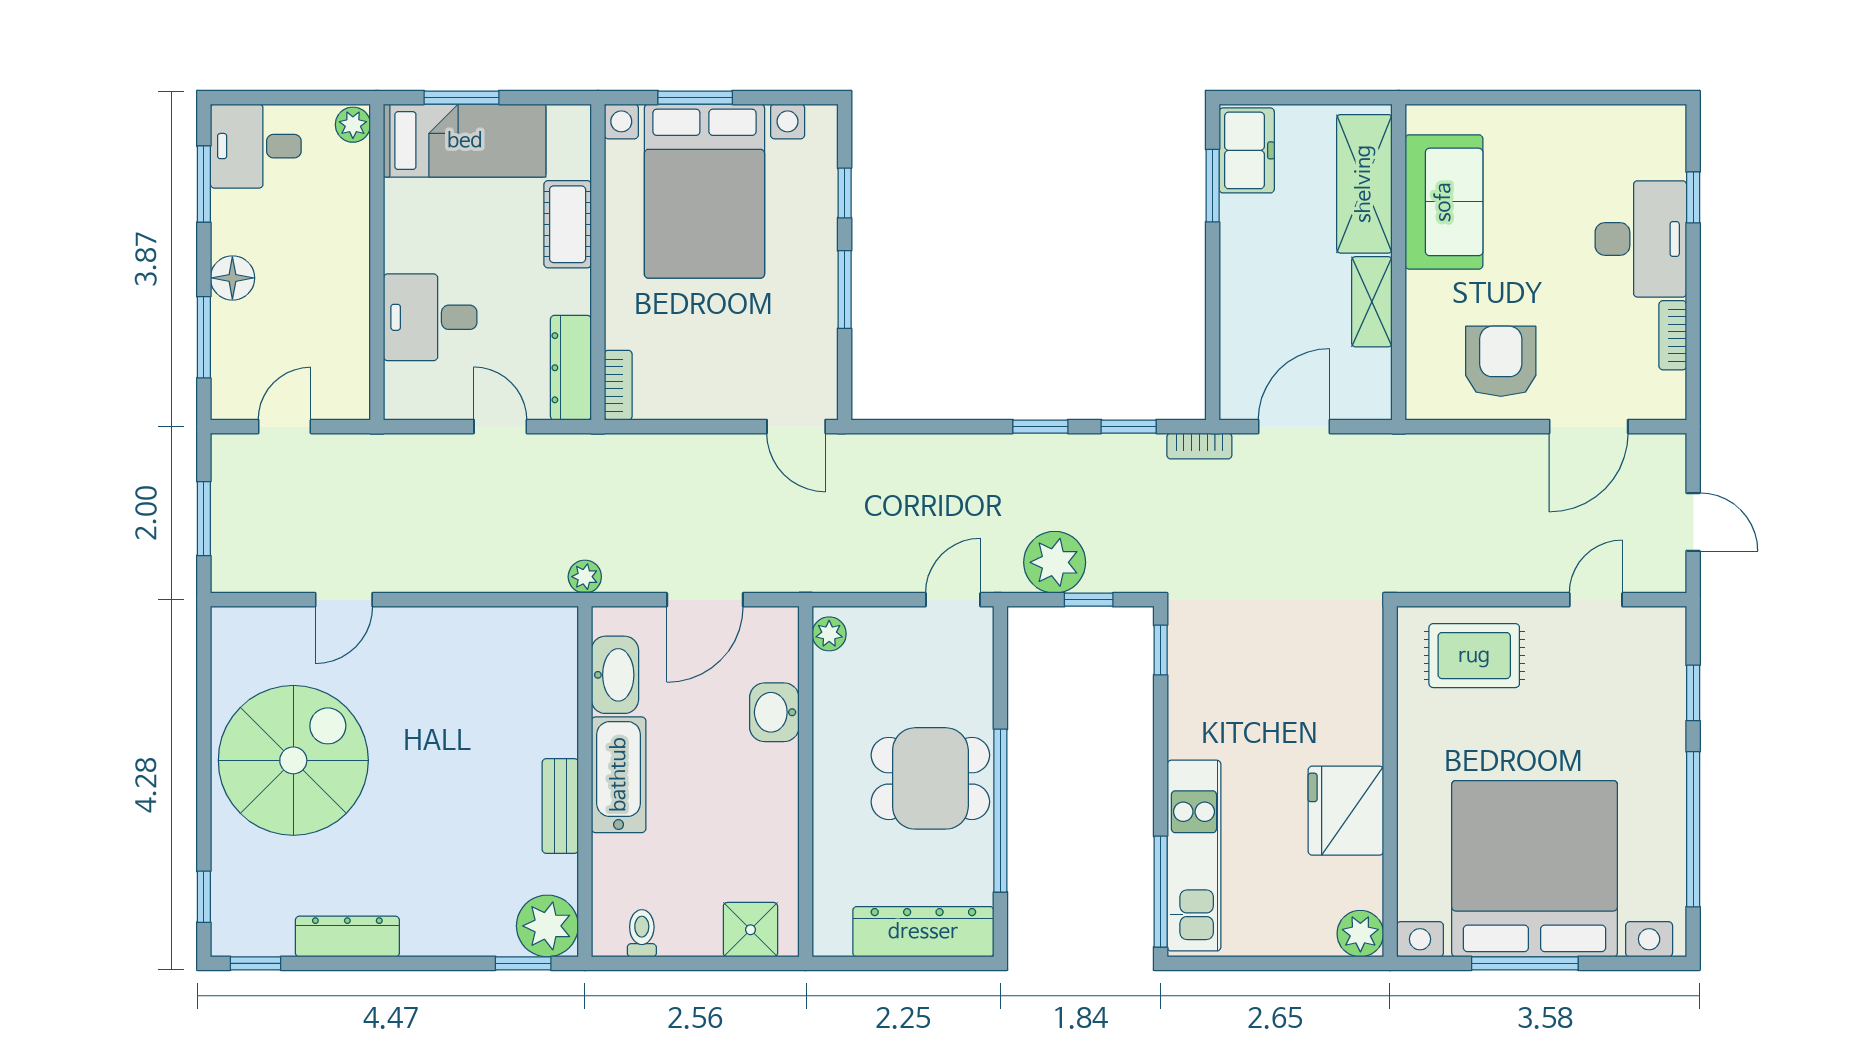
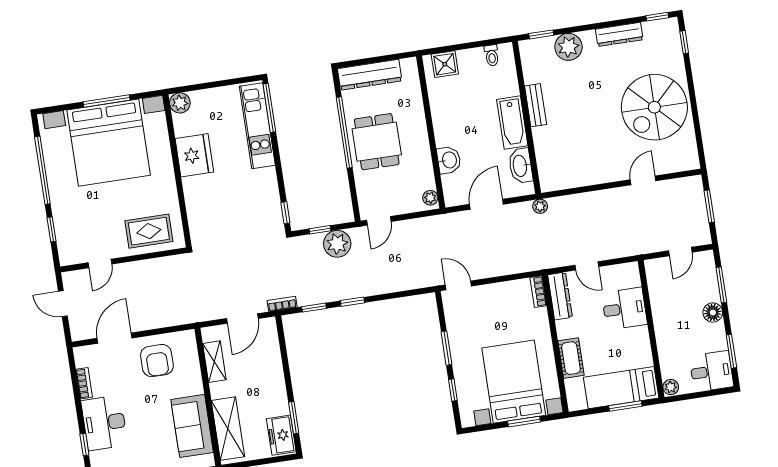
shelving: (1372, 302) -> (214, 362), moved
dining table: (930, 778) -> (377, 142), turned 90
plant: (547, 926) -> (568, 47), moved

